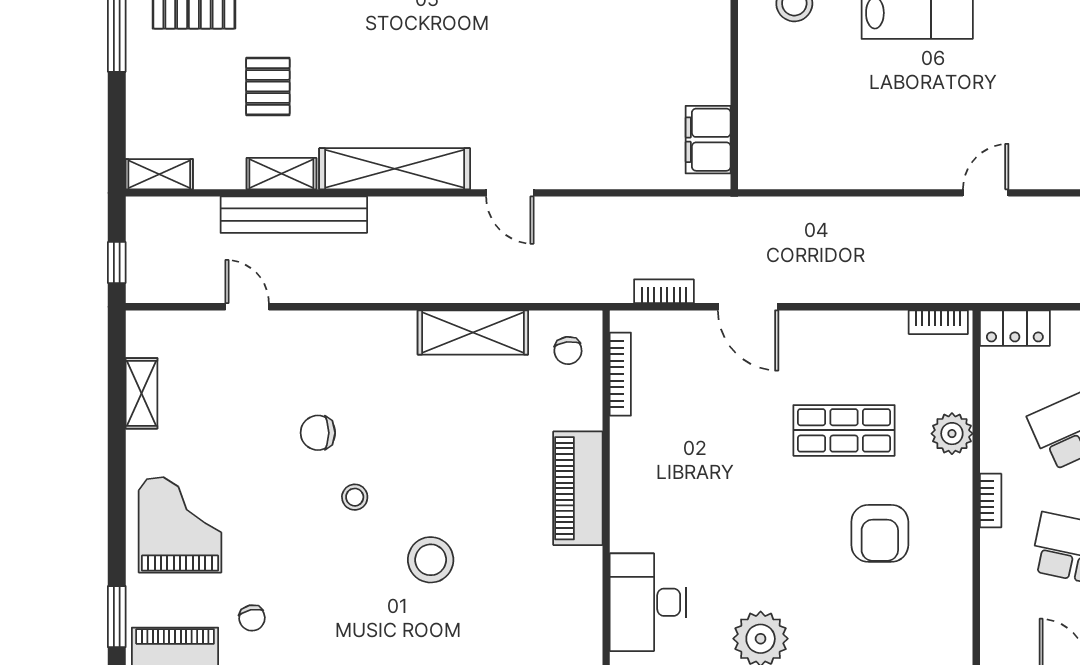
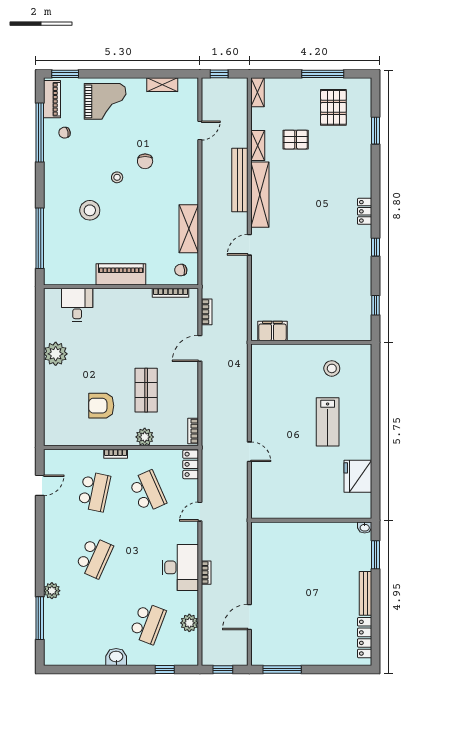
bench: (294, 215) -> (240, 180), moved
chair: (318, 433) -> (145, 161), turned 180
desk: (648, 602) -> (77, 305), width x0.73

